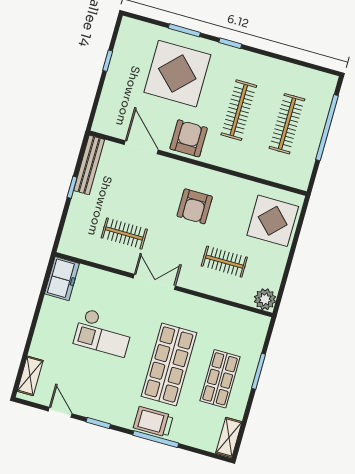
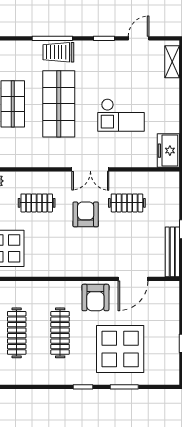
door: (141, 147) -> (133, 279), hinge flipped
armchair: (195, 206) -> (86, 214), moved
checkout: (104, 333) -> (121, 115), turned 180
door: (60, 412) -> (139, 38), swing flipped
trolley: (153, 422) -> (58, 52), turned 180

